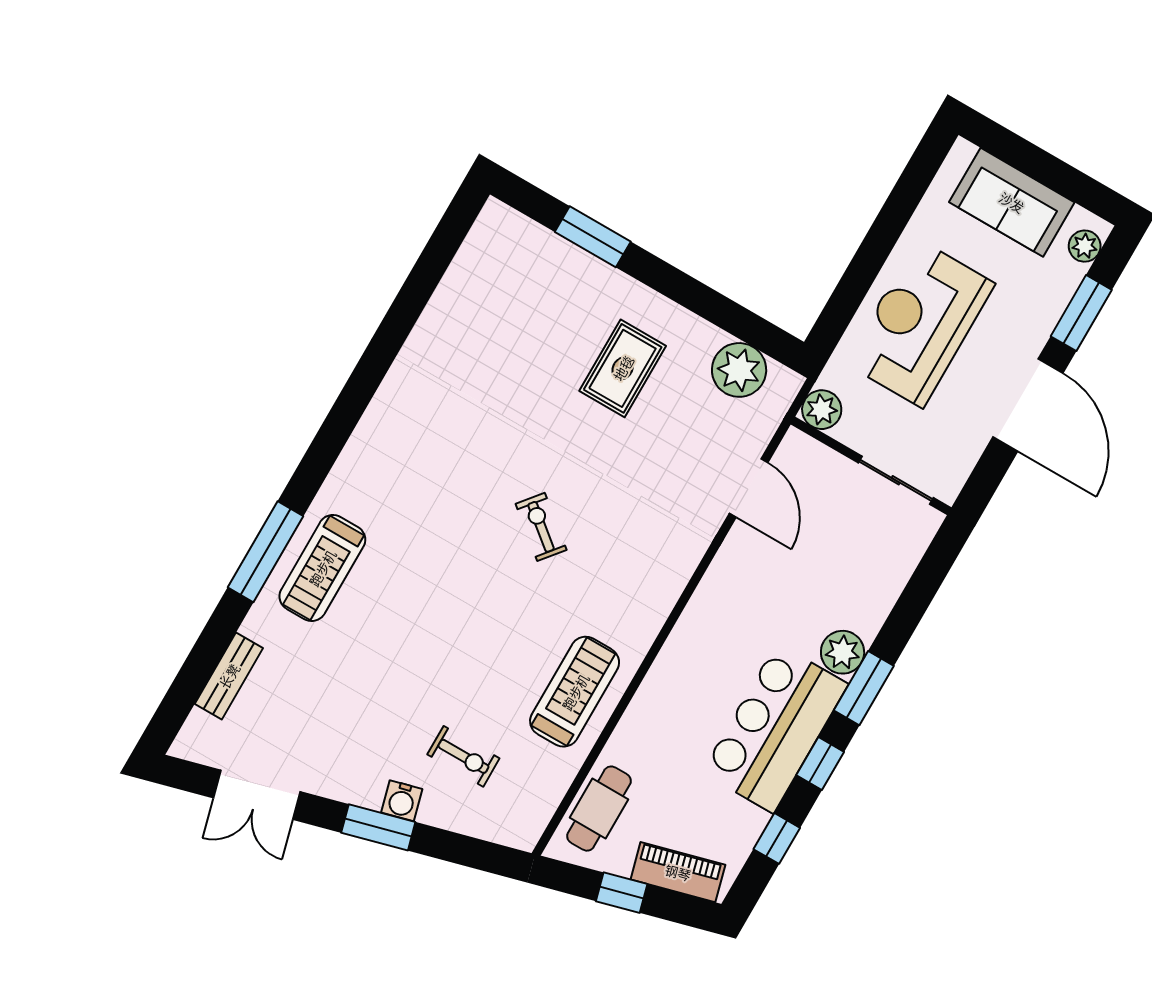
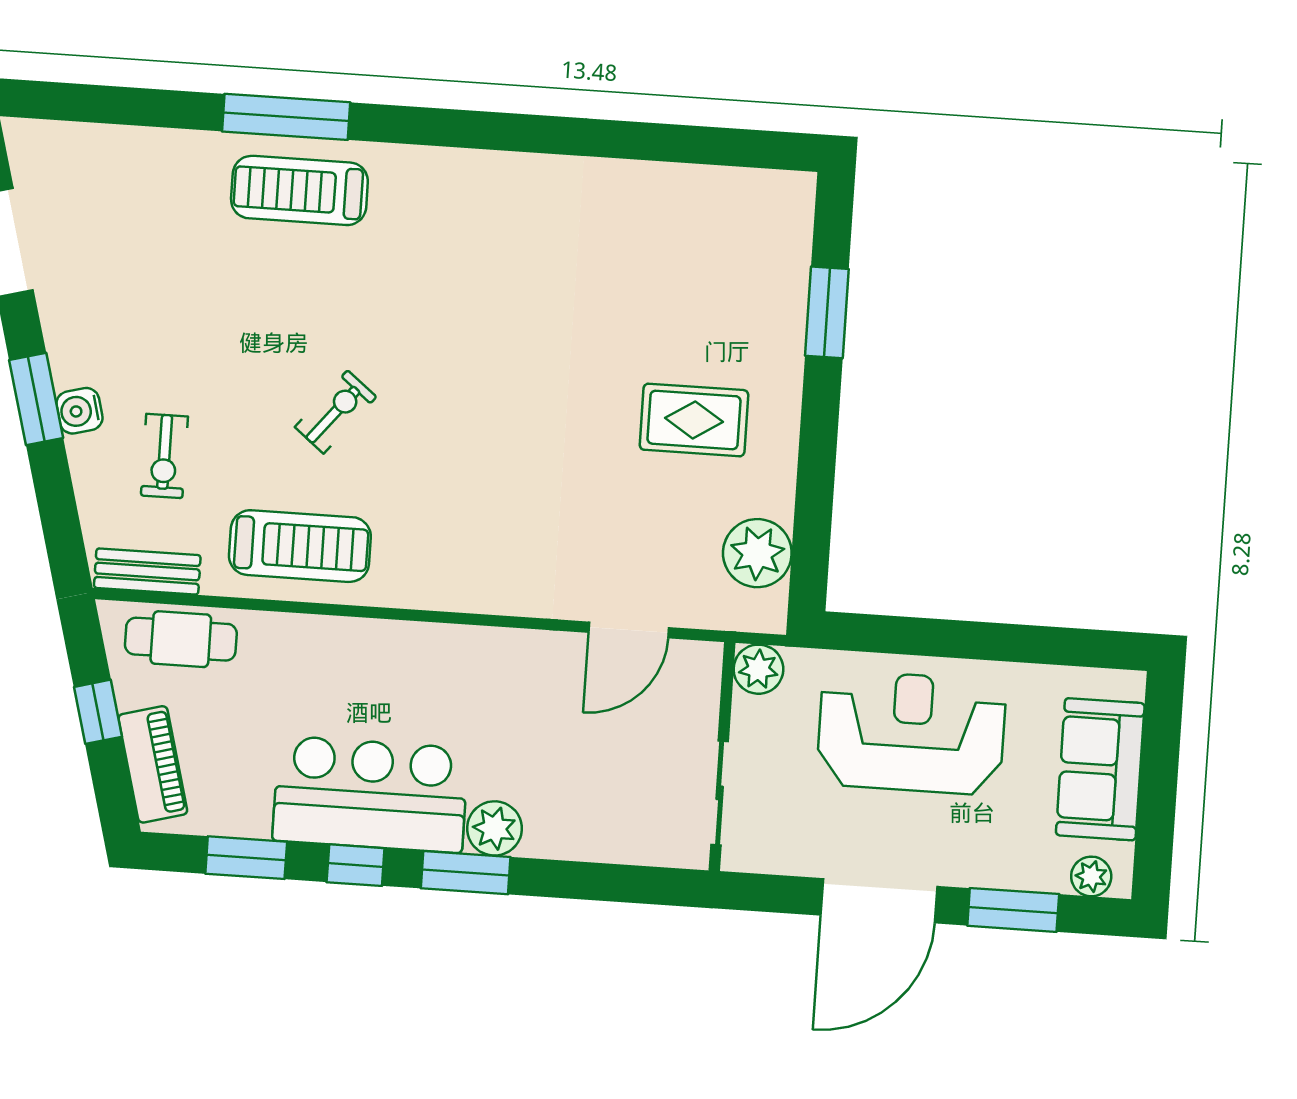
exercise bike: (541, 527) -> (336, 412), moved
bench: (229, 676) -> (147, 571), moved
window: (777, 838) -> (246, 858), width x1.50

